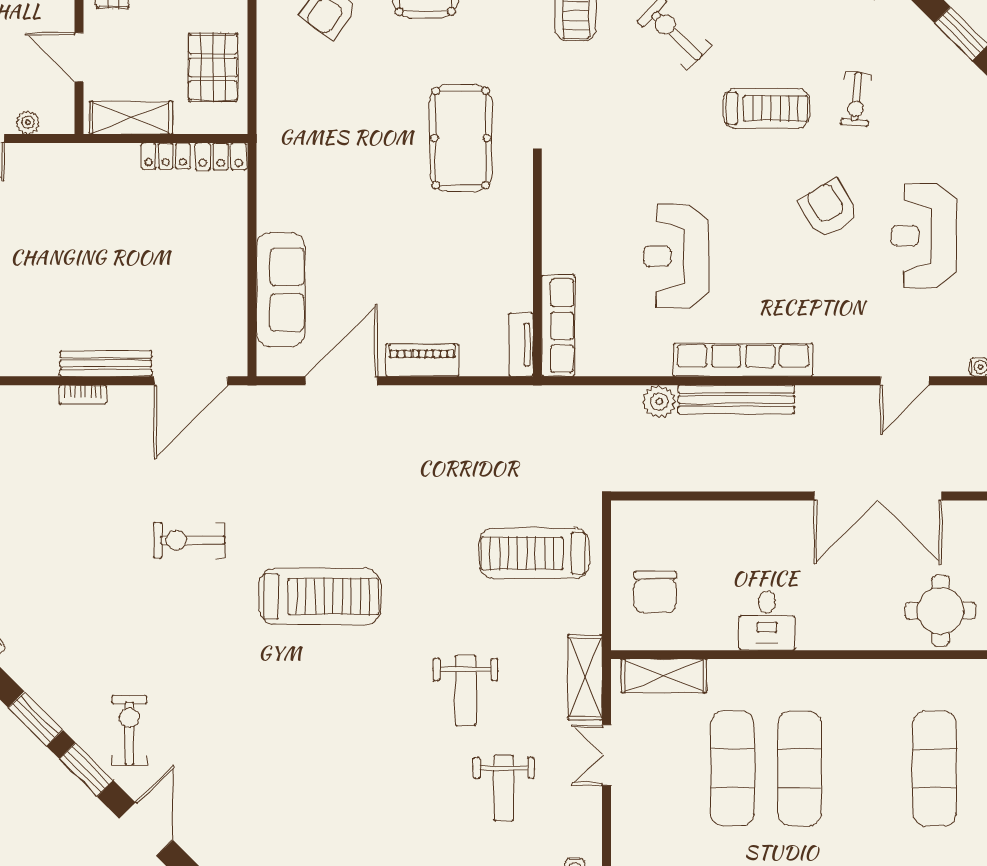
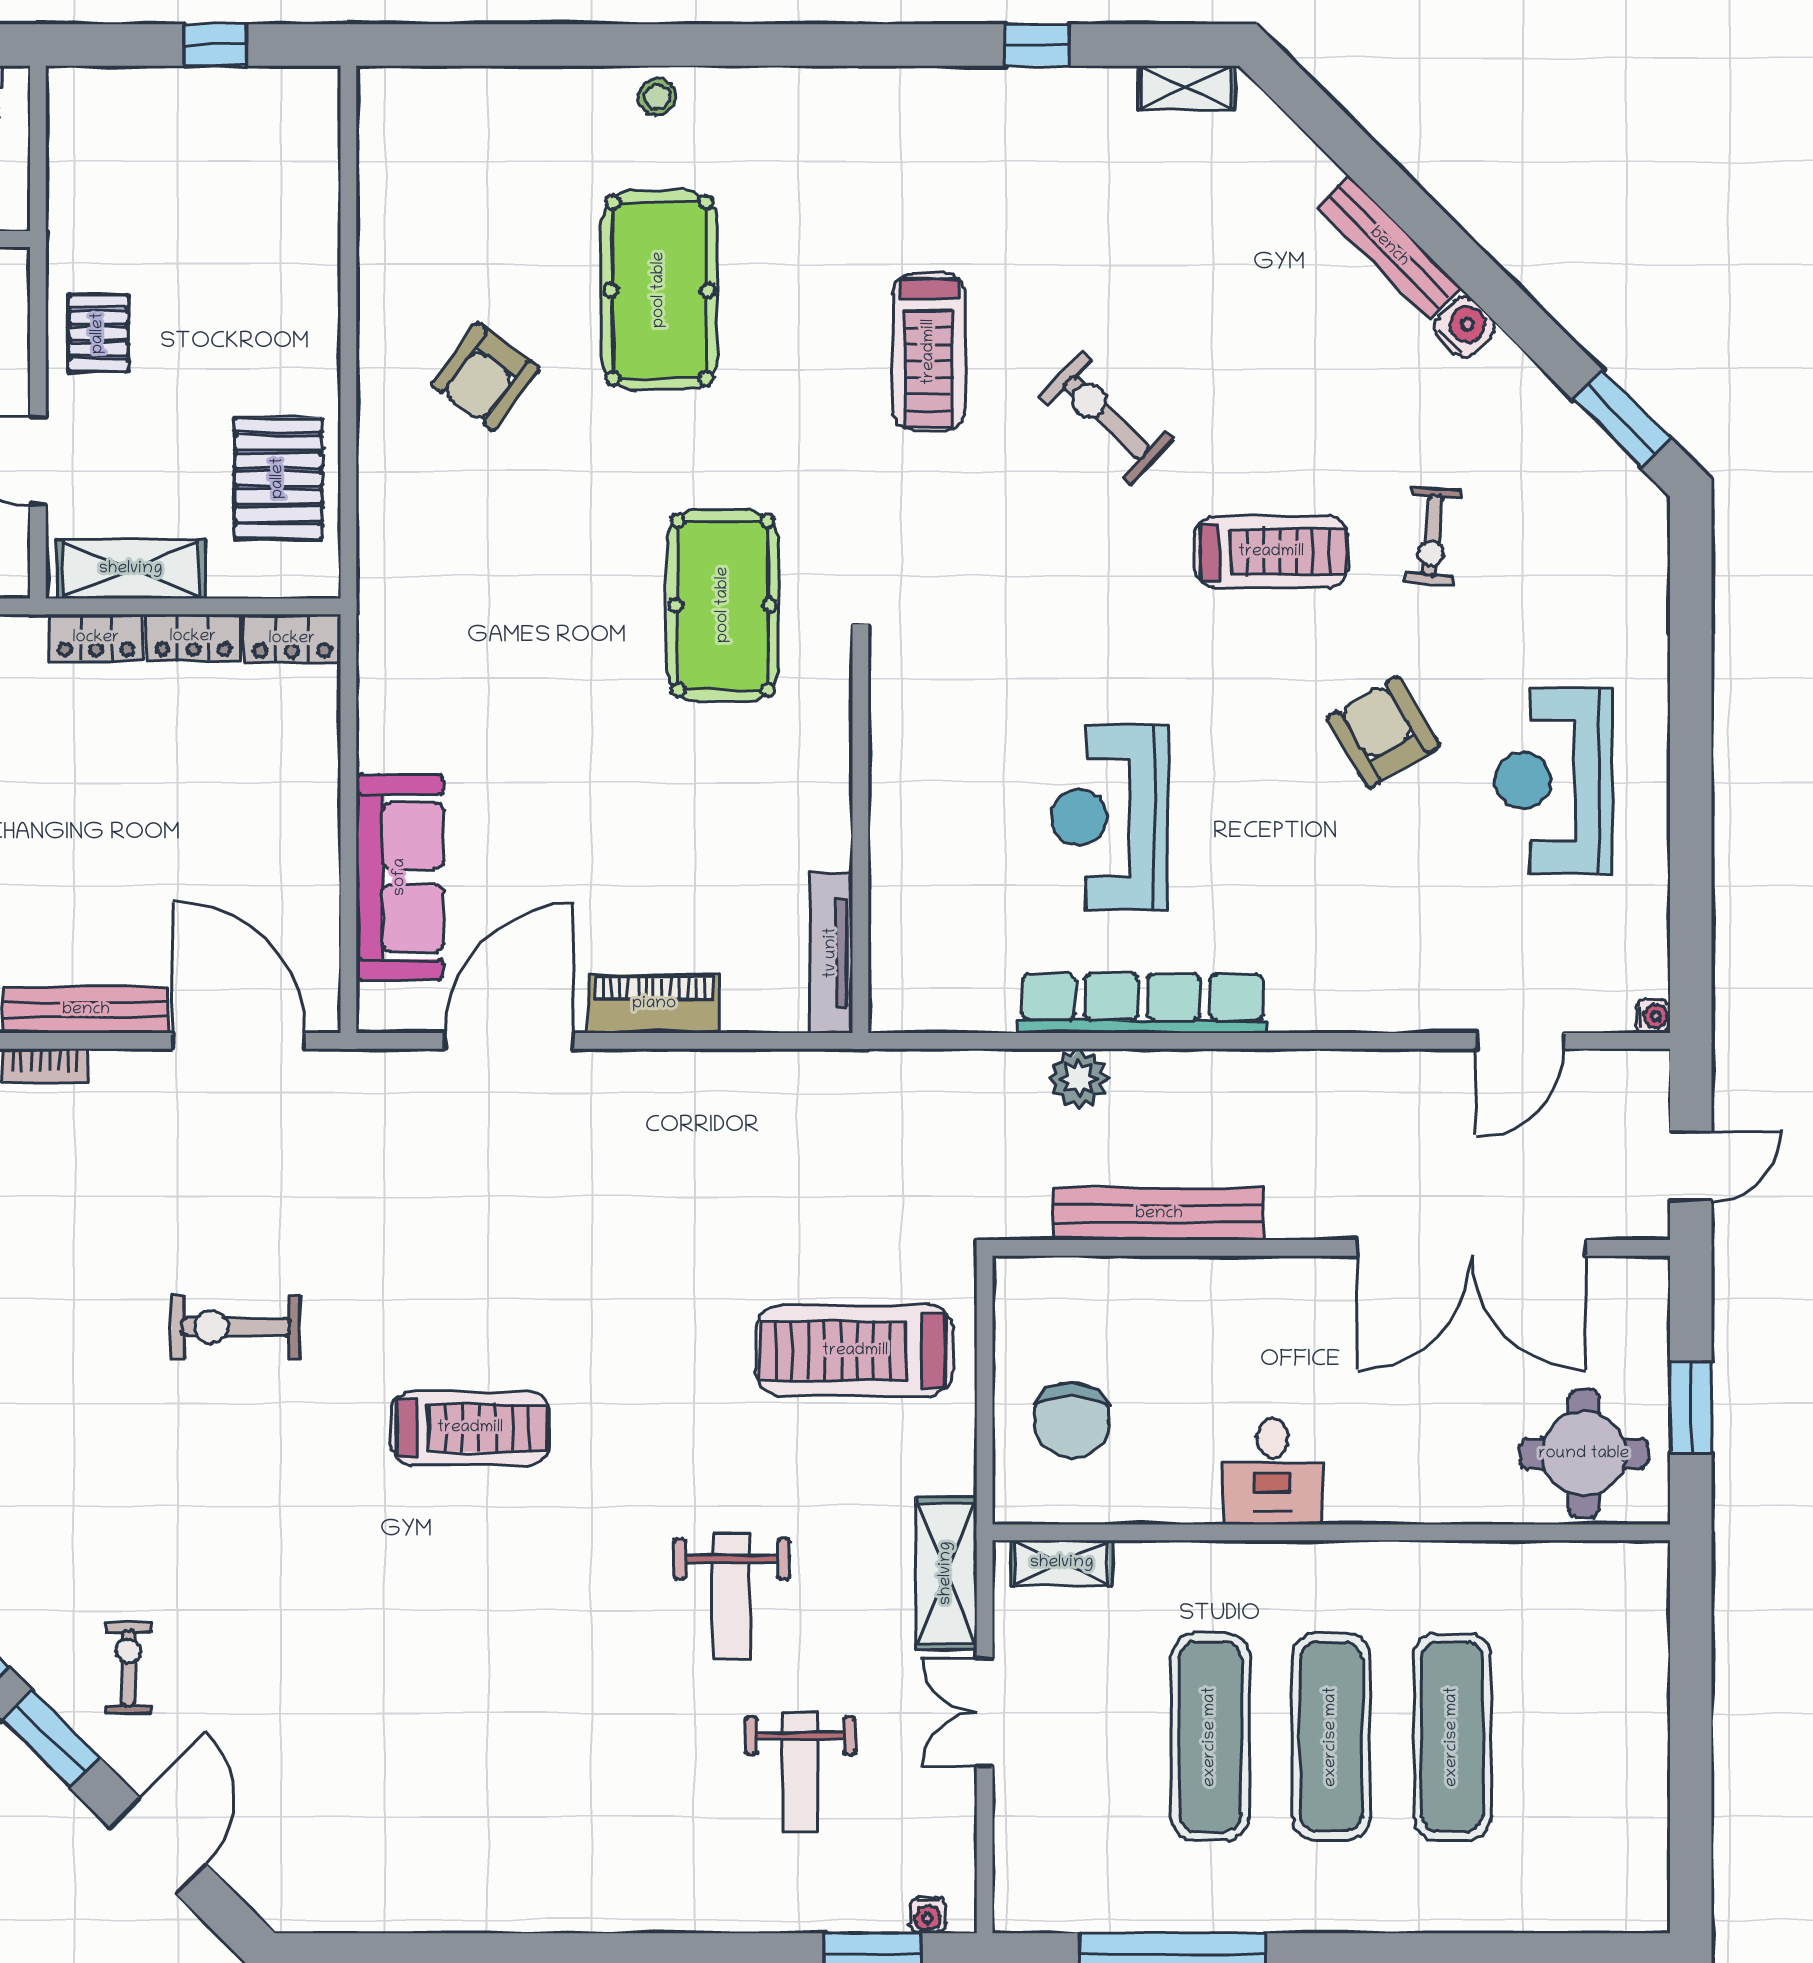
locker: (111, 156) -> (96, 638), added
row of seats: (558, 326) -> (898, 942), removed
tv unit: (521, 345) -> (831, 953), width x1.41
row of seats: (743, 360) -> (1142, 1004), moved
door: (191, 381) -> (239, 1041), swing flipped
bench: (736, 400) -> (1159, 1214), moved
treadmill: (320, 596) -> (470, 1428), width x0.73, depth x0.73
shelving: (664, 676) -> (1062, 1563), width x0.67, depth x0.75
exercise bike: (129, 730) -> (128, 1668), width x0.73, depth x0.72
exercise mat: (935, 768) -> (1452, 1737), moved

